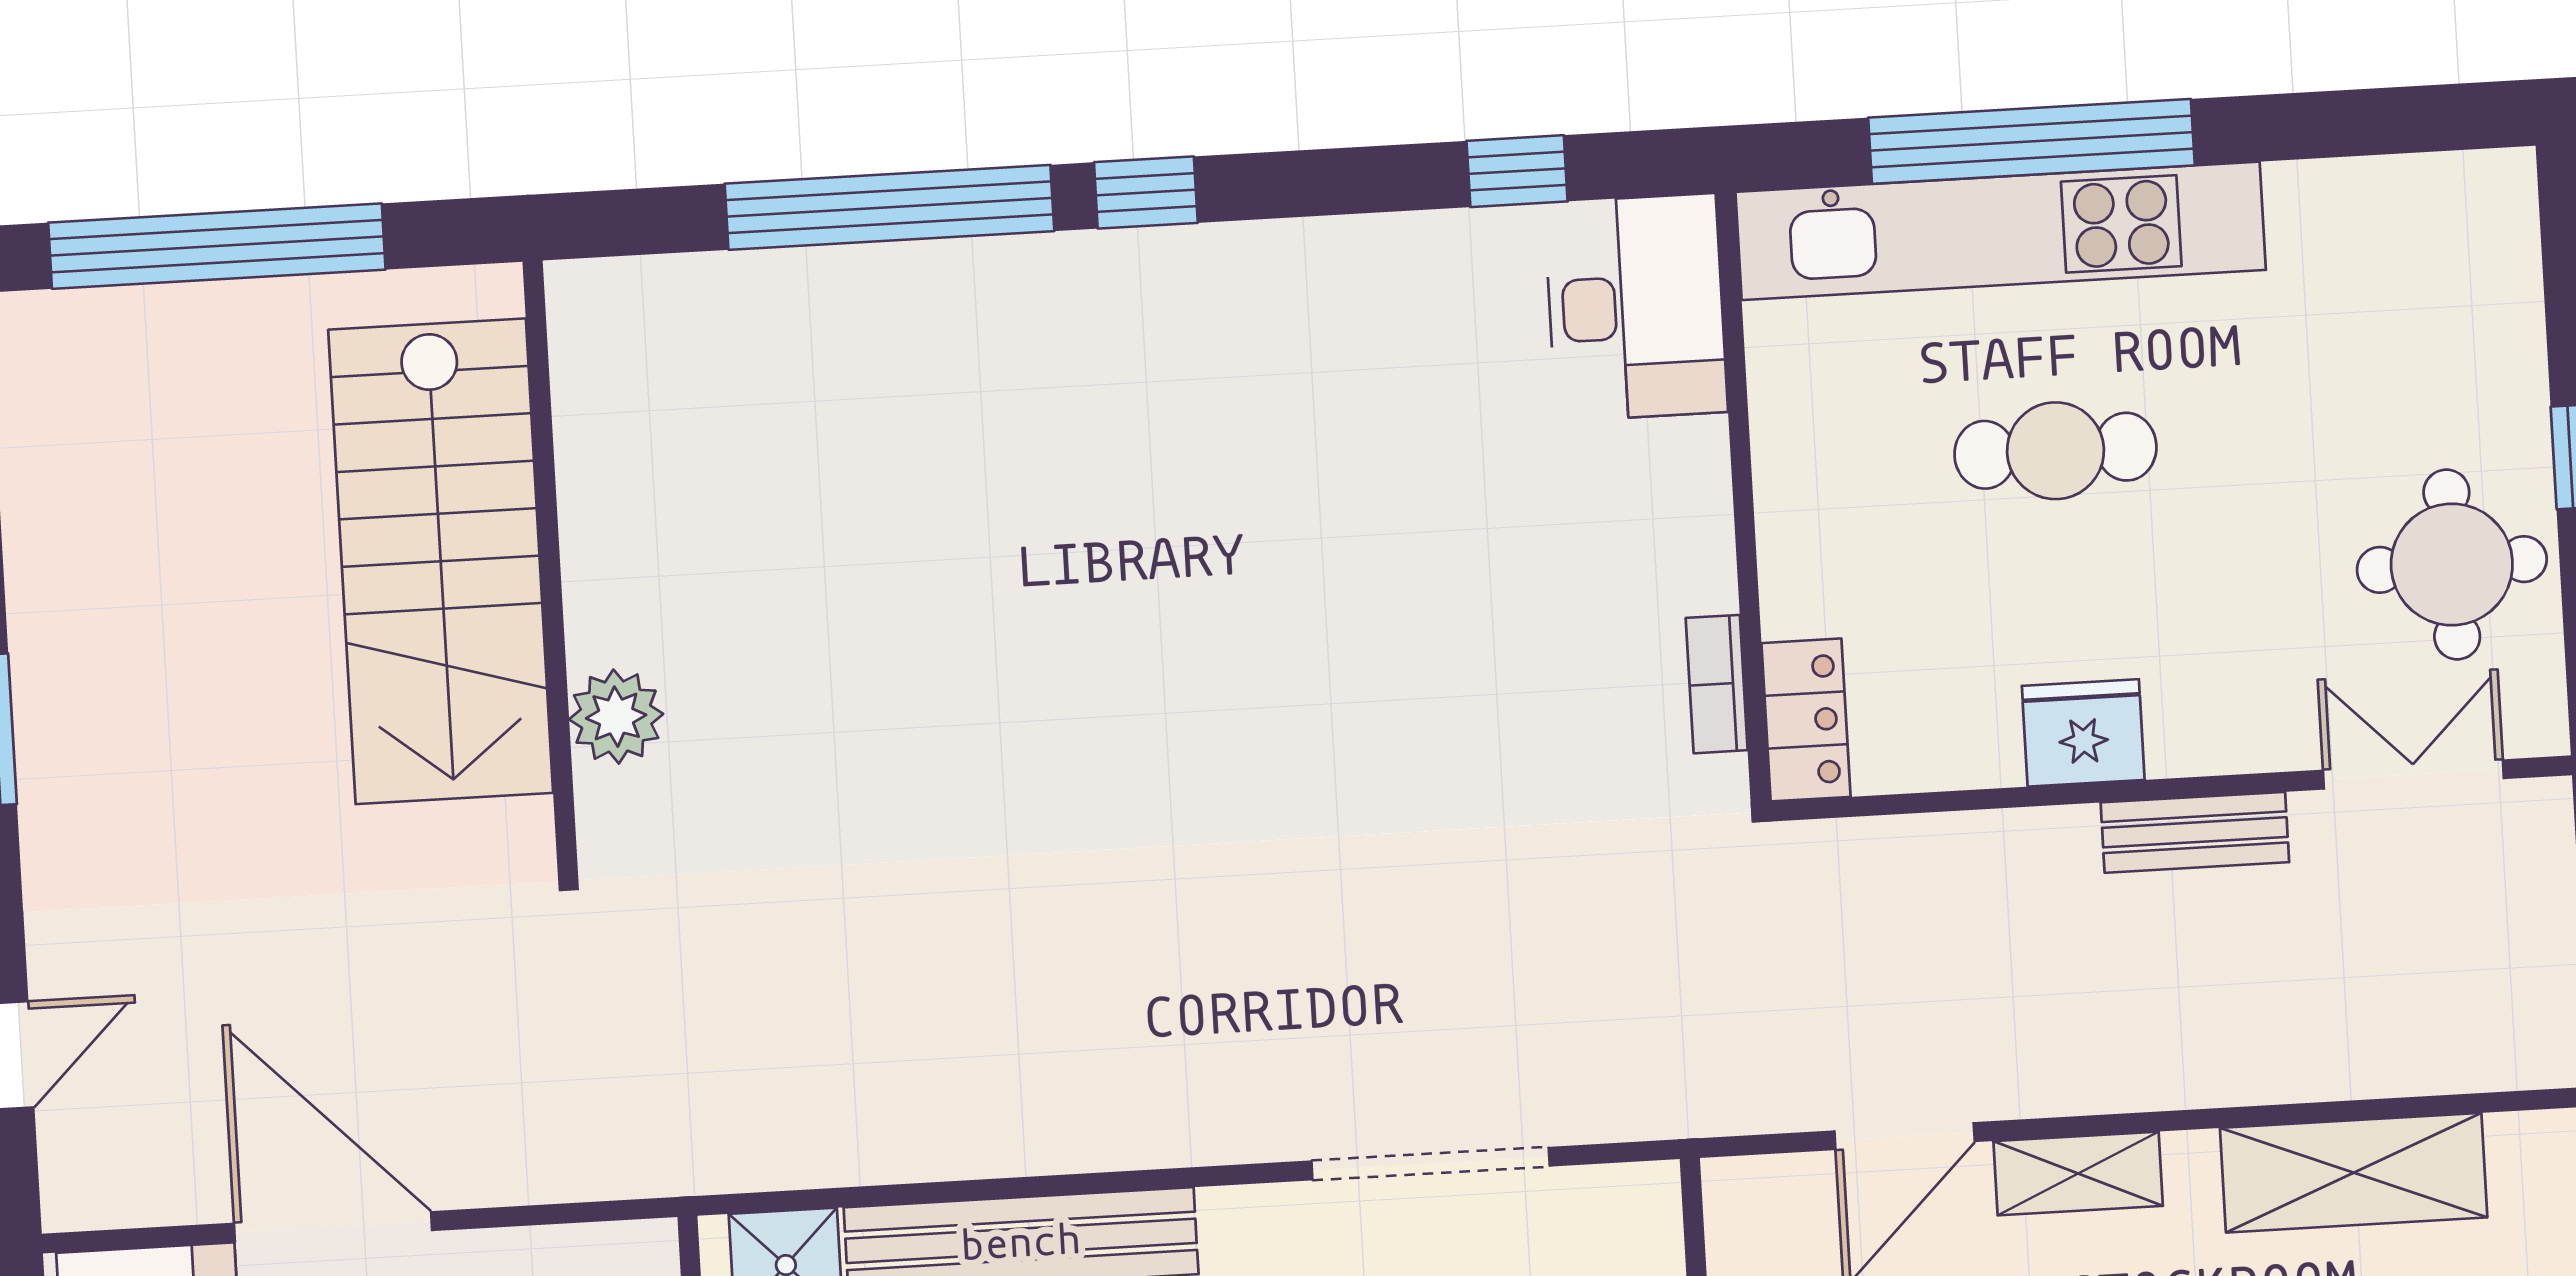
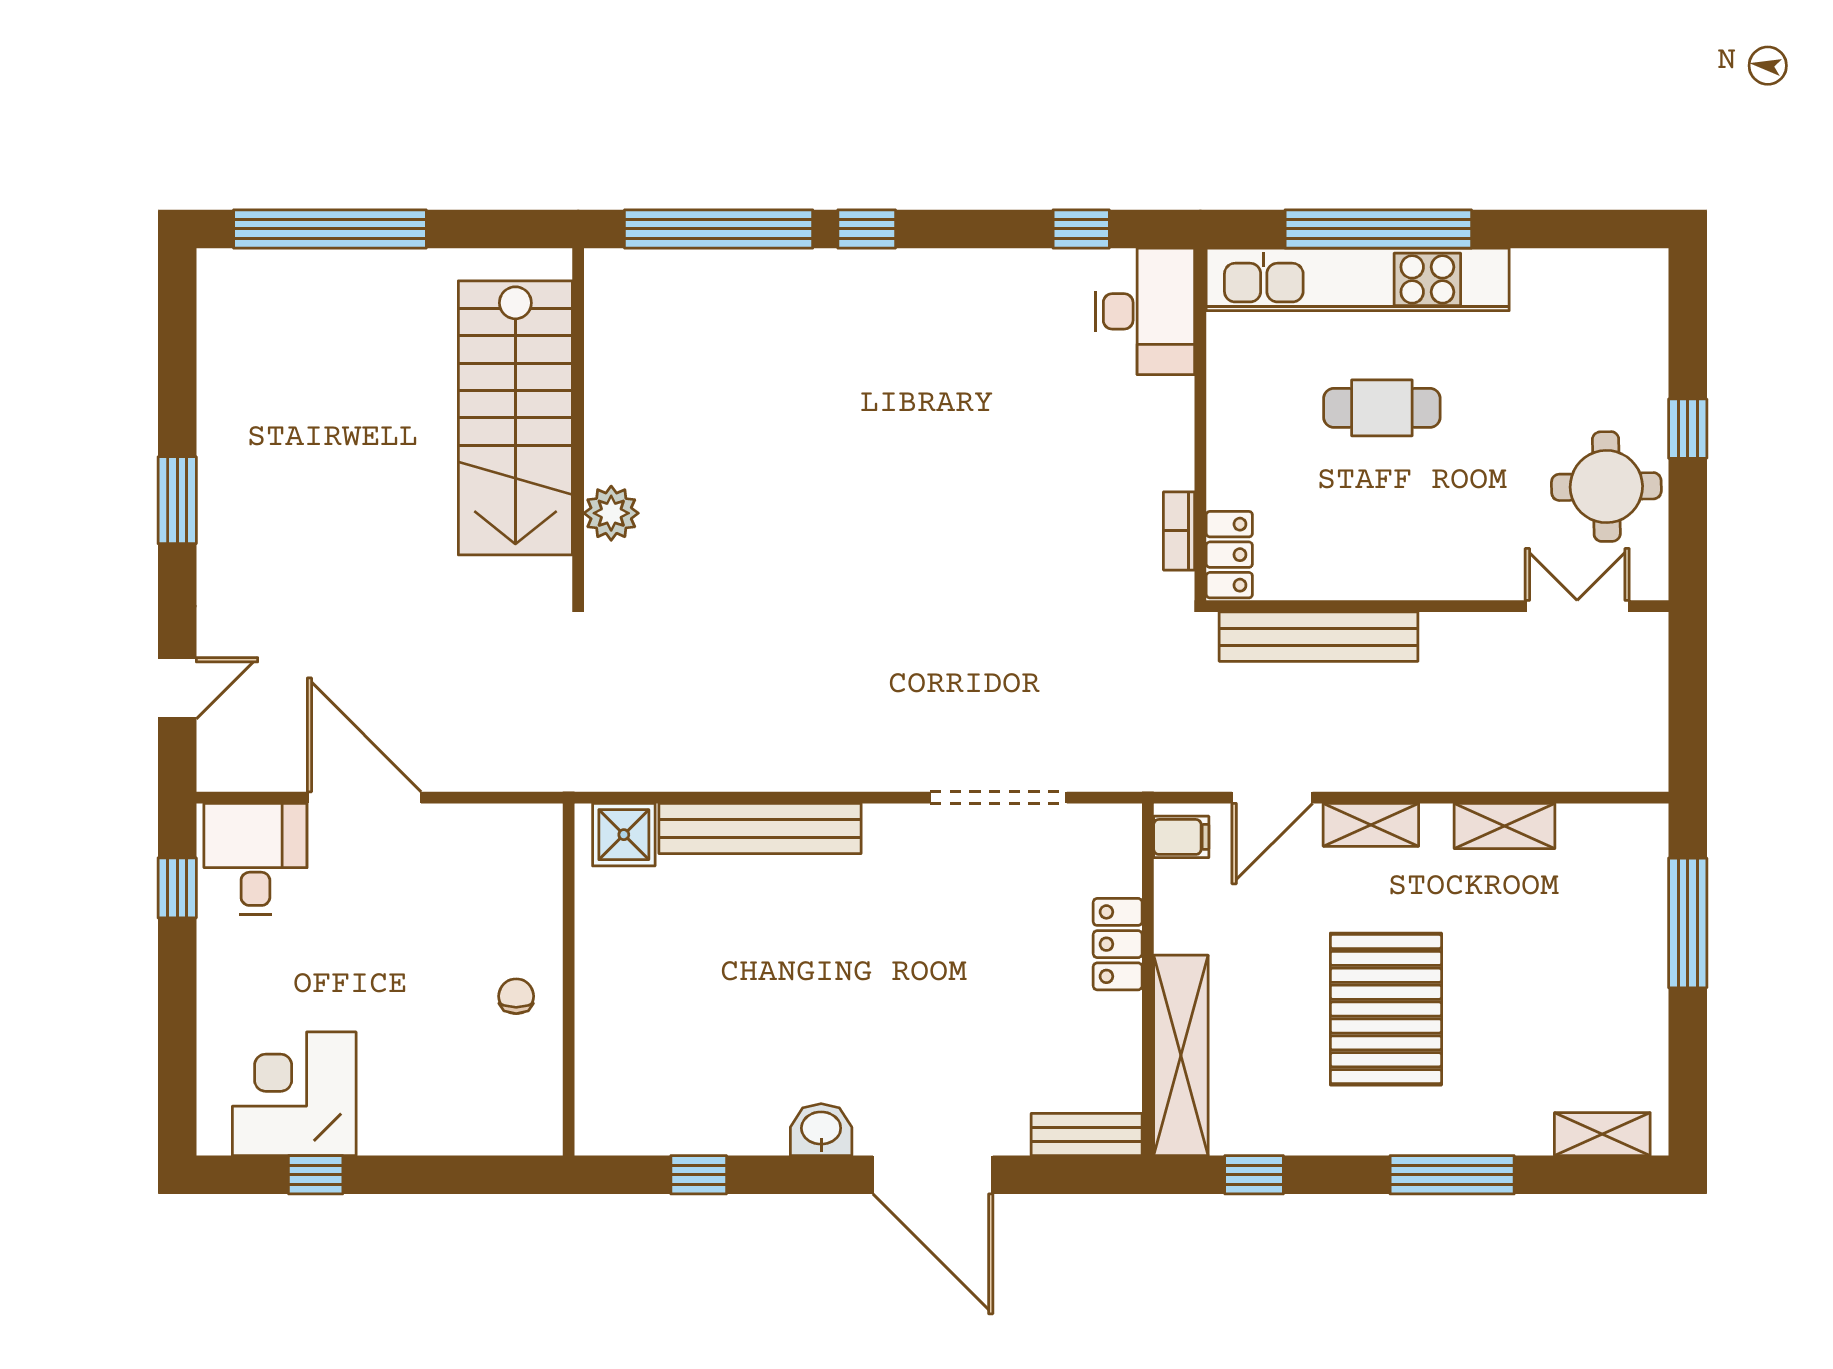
stairs: (441, 561) -> (515, 418), moved
wall: (550, 566) -> (578, 424), moved
plant: (616, 717) -> (611, 513), moved
fridge: (2083, 733) -> (1389, 571), removed
bench: (2195, 832) -> (1319, 637), moved, width x1.86, depth x1.21
shelving: (2354, 1173) -> (1504, 826), width x0.67, depth x0.75
filing cabinet: (1751, 1213) -> (1181, 837), added

